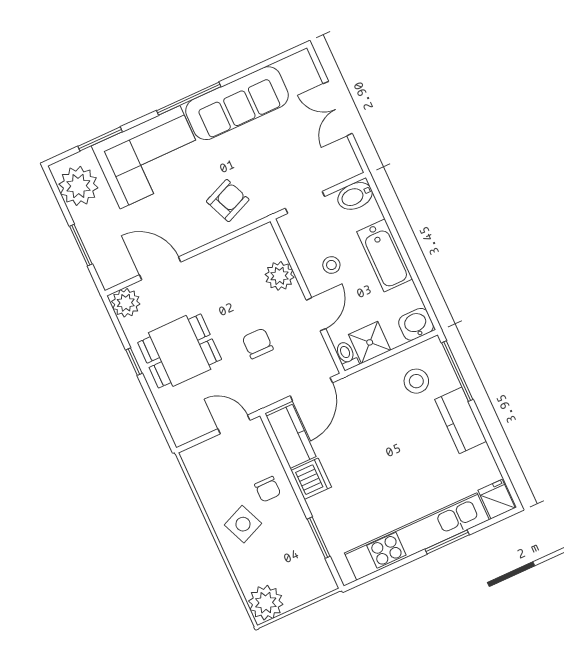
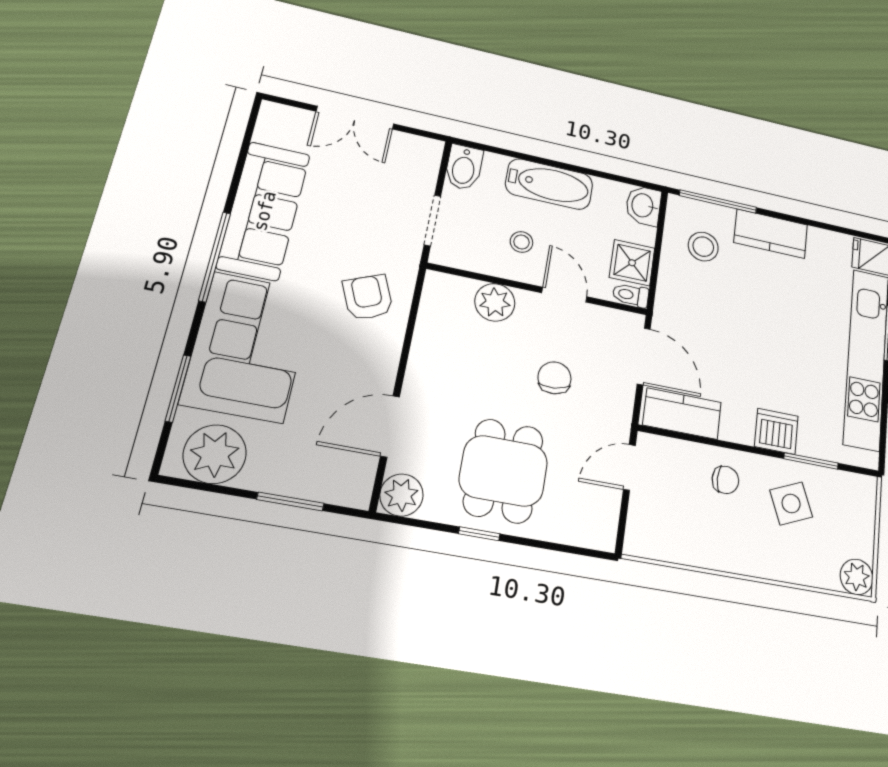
chair: (258, 343) -> (554, 378), turned 84
dishwasher: (311, 479) -> (776, 431), moved
side table: (243, 524) -> (791, 503), moved
plant: (266, 603) -> (857, 577), width x0.73, depth x0.73

